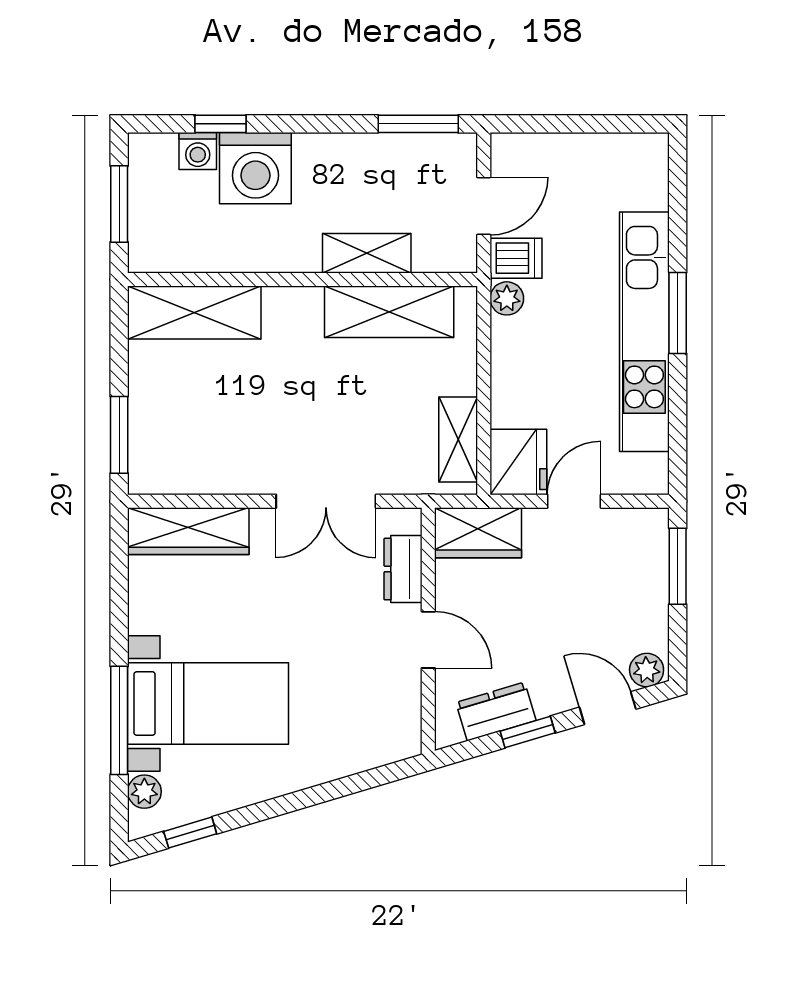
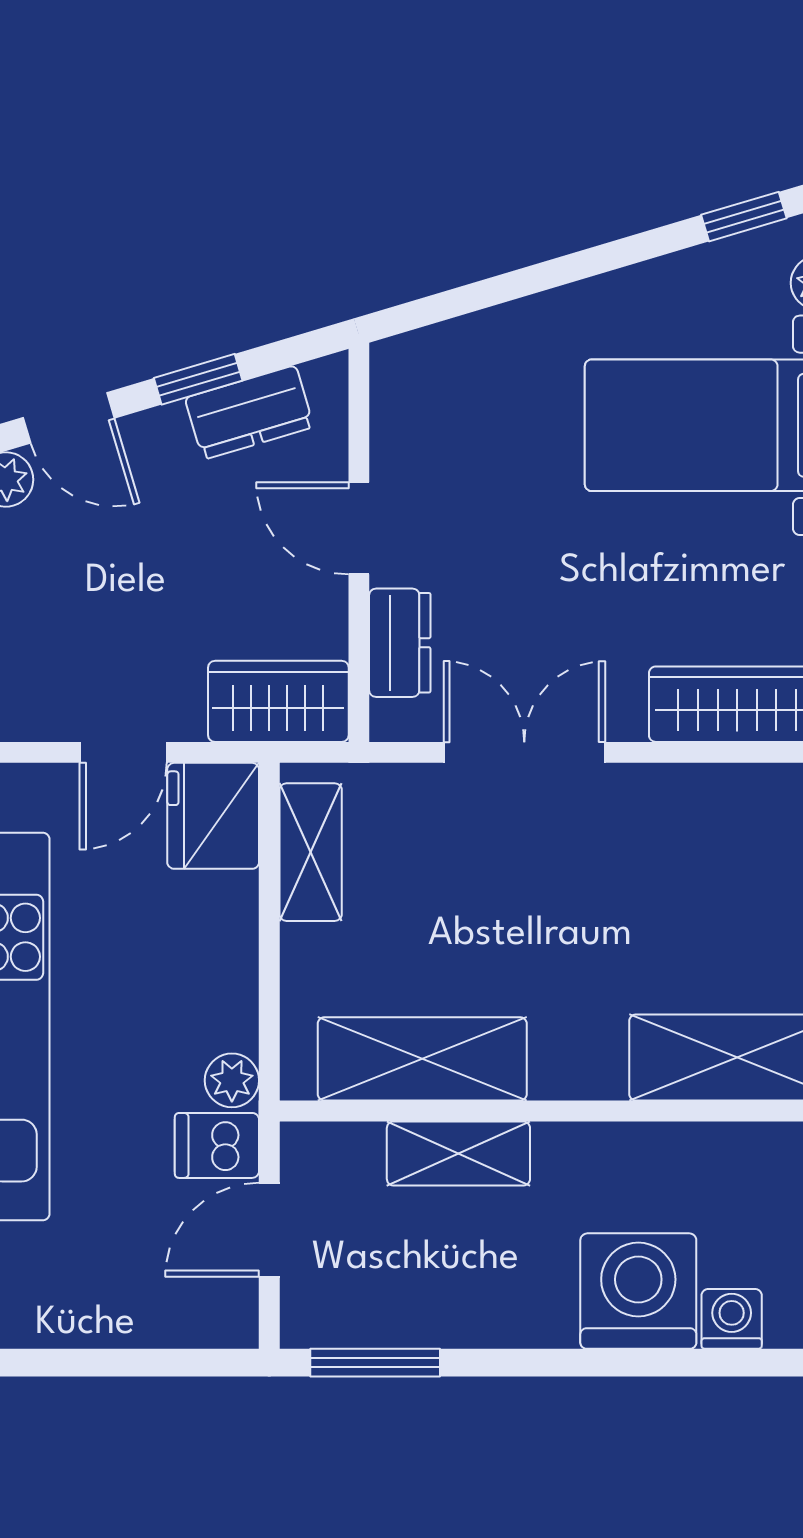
window: (221, 124) -> (695, 1363), removed

